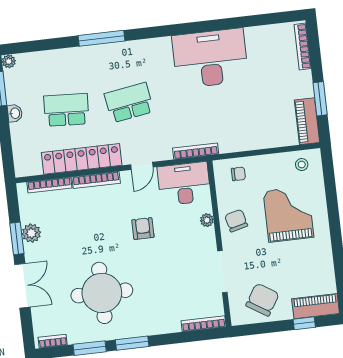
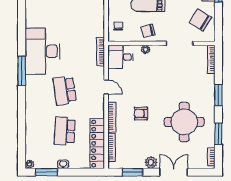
window: (101, 38) -> (22, 71), moved
desk: (210, 58) -> (42, 51), moved
locker: (82, 159) -> (97, 143), moved
desk: (184, 184) -> (121, 57), width x0.73
armchair: (143, 229) -> (141, 114), moved
plant: (31, 233) -> (151, 162), moved
window: (17, 238) -> (132, 172), moved
window: (132, 343) -> (218, 95), moved

